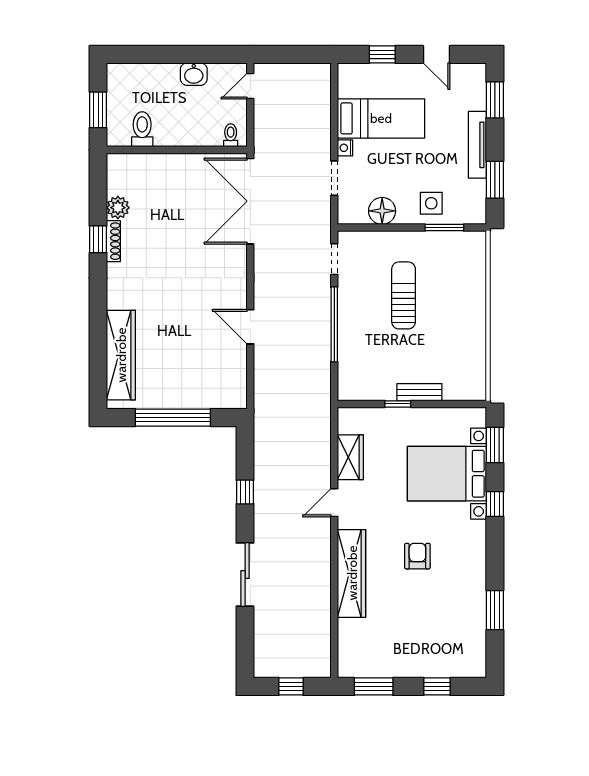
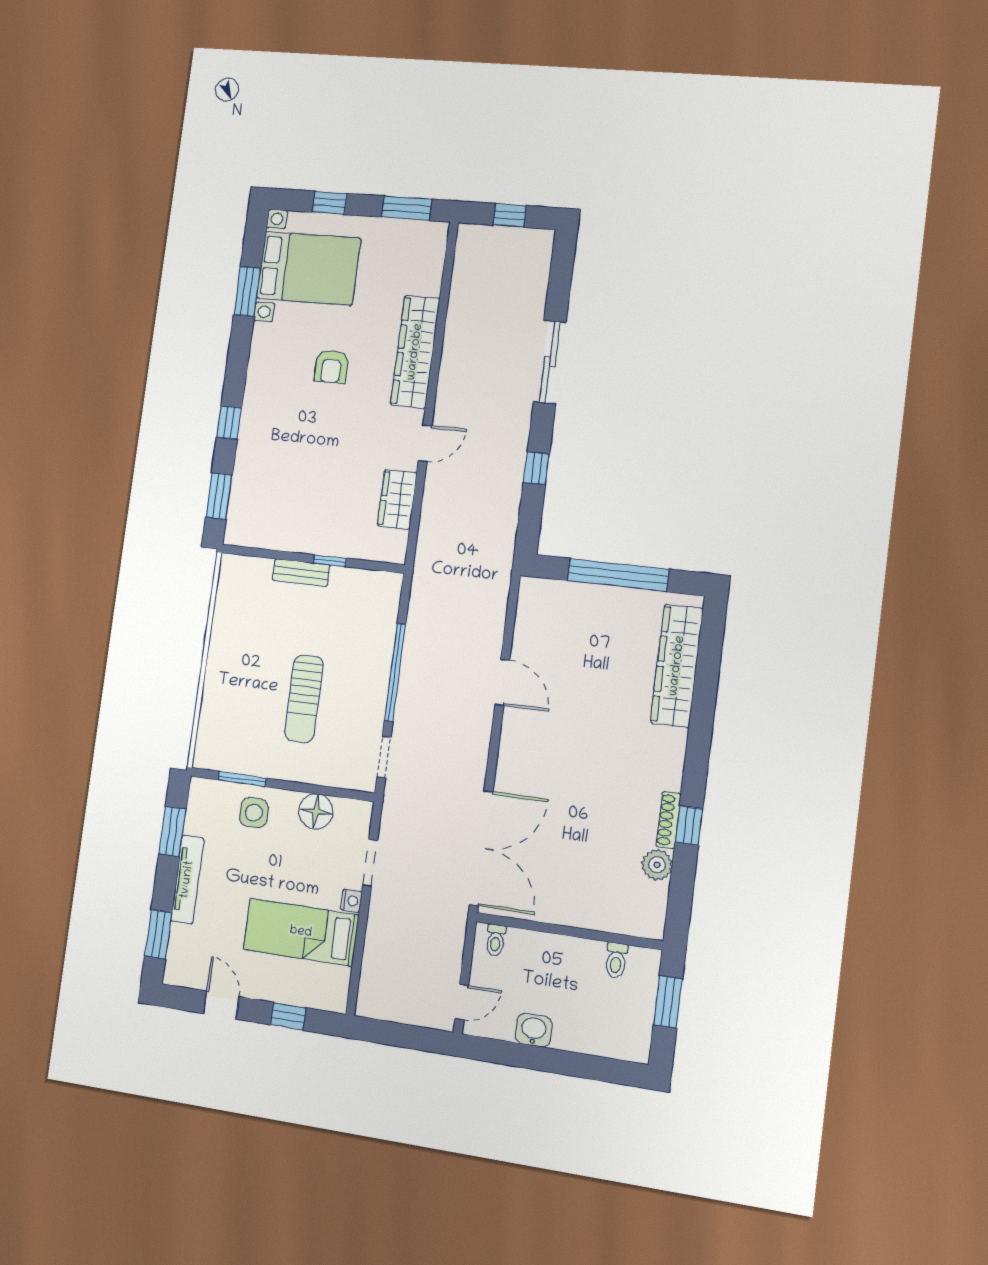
toilet: (142, 129) -> (616, 960), width x0.73, depth x0.72
bed with nightstands: (447, 474) -> (308, 268), moved

